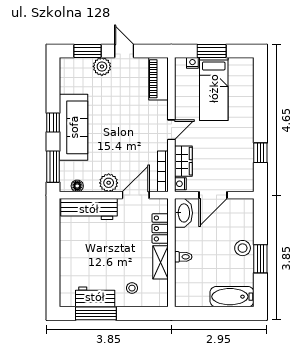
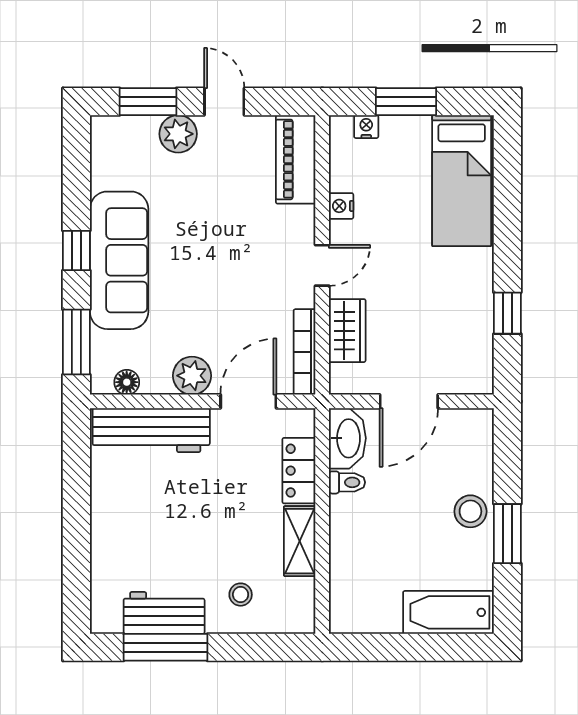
bed: (214, 89) -> (462, 181), moved
nightstand: (180, 184) -> (341, 206), moved
toilet: (183, 257) -> (347, 482), moved

